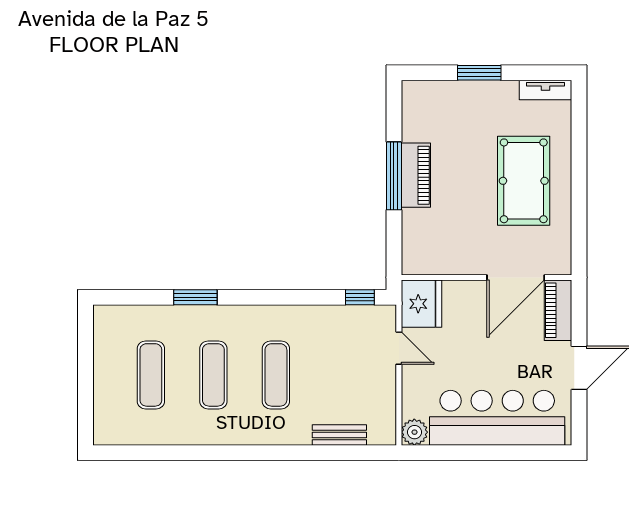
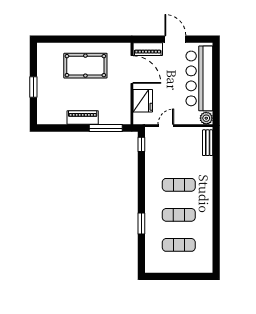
tv unit: (546, 90) -> (42, 55), removed
window: (394, 176) -> (106, 128), moved
fridge: (421, 304) -> (143, 101), moved, turned 90
bench: (339, 435) -> (208, 143), moved

